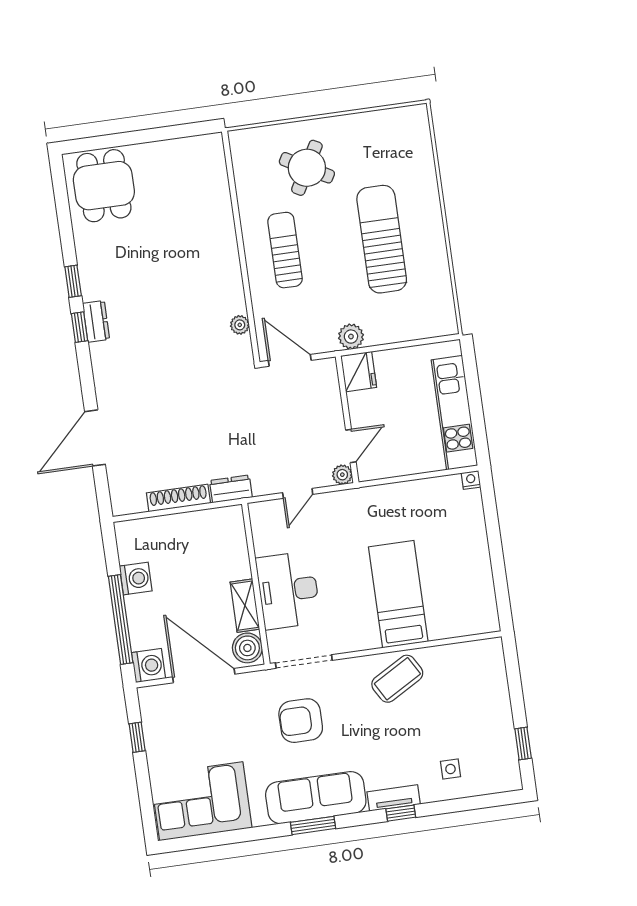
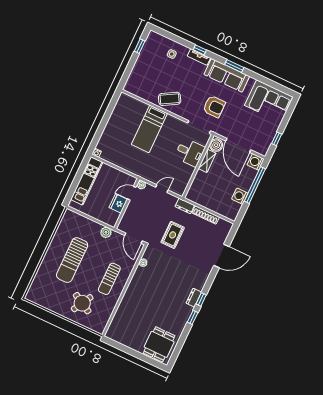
fridge: (359, 372) -> (118, 203), moved
rug: (218, 417) -> (173, 235), added
desk: (288, 590) -> (190, 152), width x0.73

